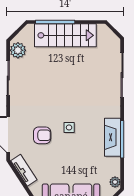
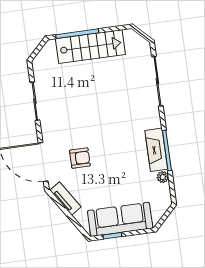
plant: (18, 50) -> (41, 70), removed
side table: (69, 127) -> (108, 146), removed
plant: (115, 182) -> (163, 177), moved

